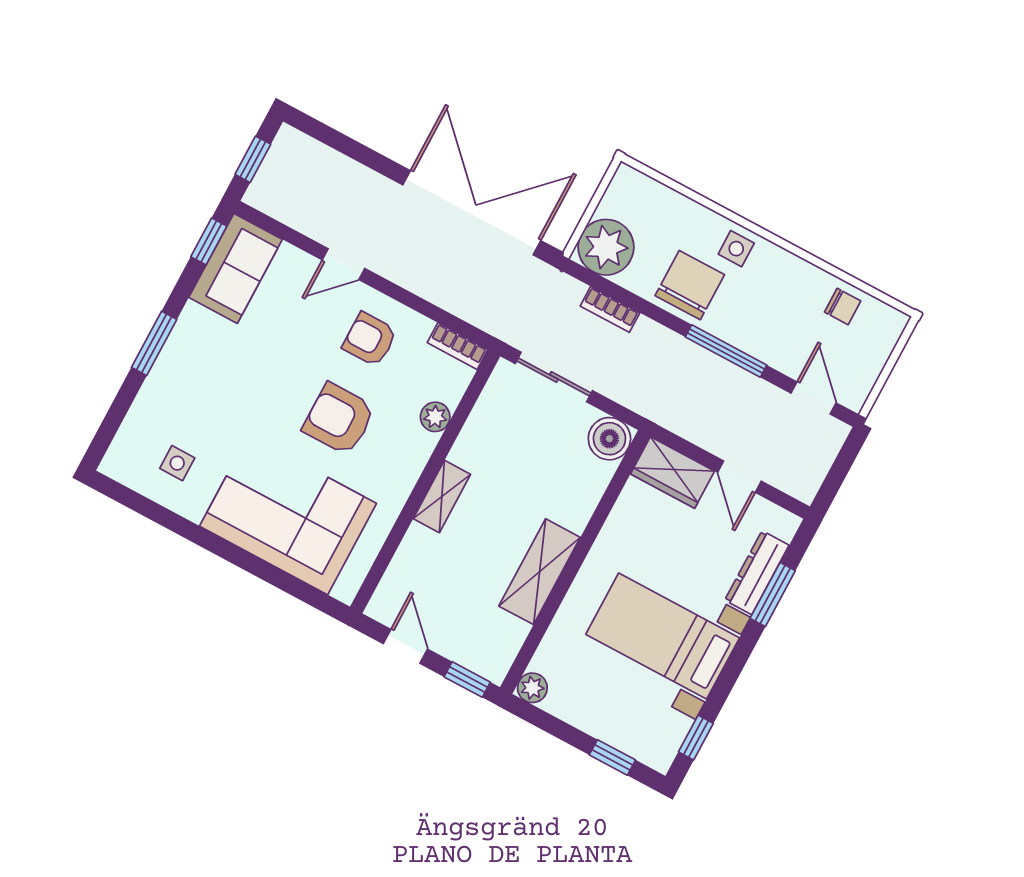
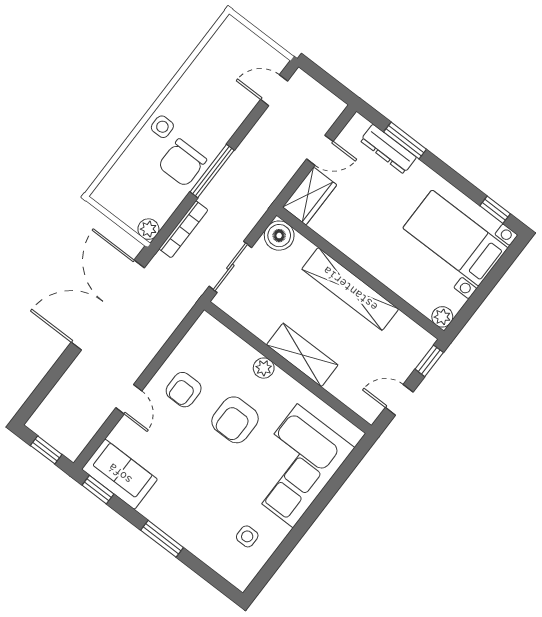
plant: (606, 247) -> (148, 229), width x0.53, depth x0.53
chair: (690, 285) -> (182, 163), turned -90
chair: (843, 307) -> (214, 60), removed
bookcase: (610, 309) -> (183, 229), width x1.56
bookcase: (458, 346) -> (198, 330), removed
window: (726, 351) -> (212, 171), moved
plant: (435, 417) -> (264, 368), moved
shelving: (442, 497) -> (302, 355), width x1.50, depth x1.33
shelving: (540, 572) -> (350, 289), width x1.47
bed with nightstands: (663, 636) -> (455, 238), moved, turned 90
window: (612, 757) -> (499, 270), removed

